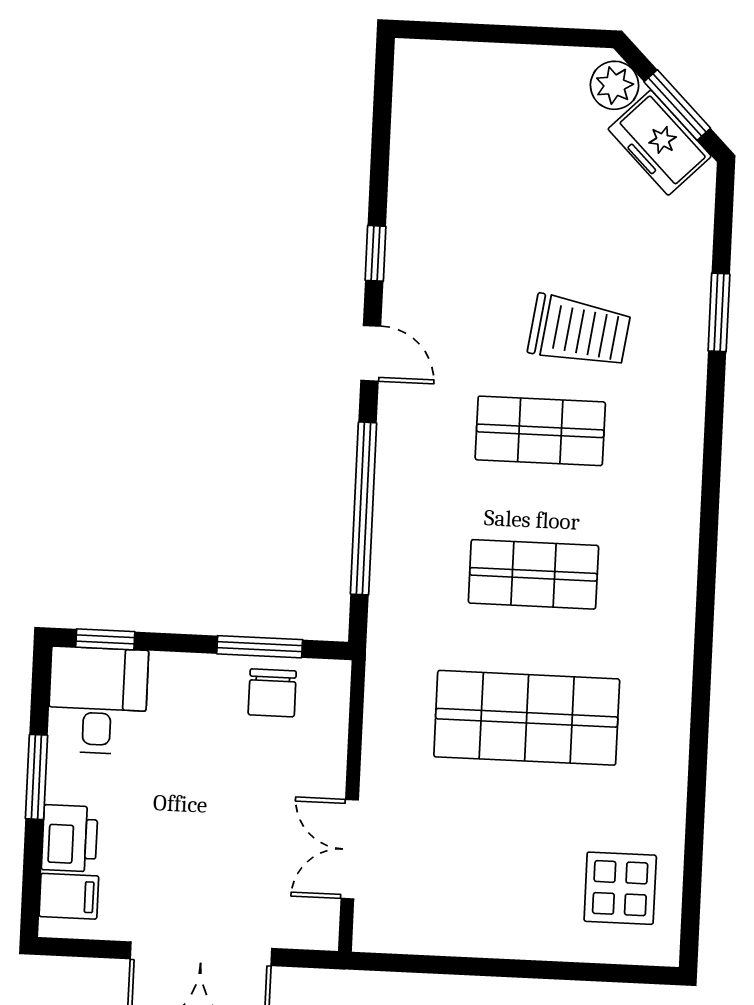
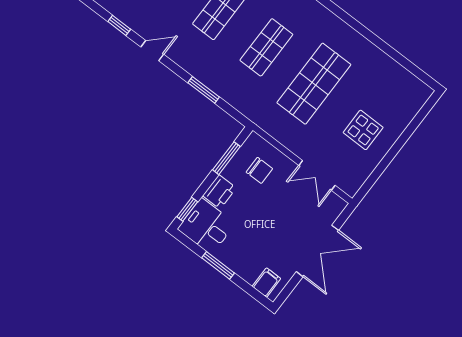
window: (363, 508) -> (204, 90), width x0.47
chair: (272, 693) -> (259, 170), moved
printer: (70, 838) -> (219, 192), moved, turned 90
display table: (620, 888) -> (363, 130), moved

